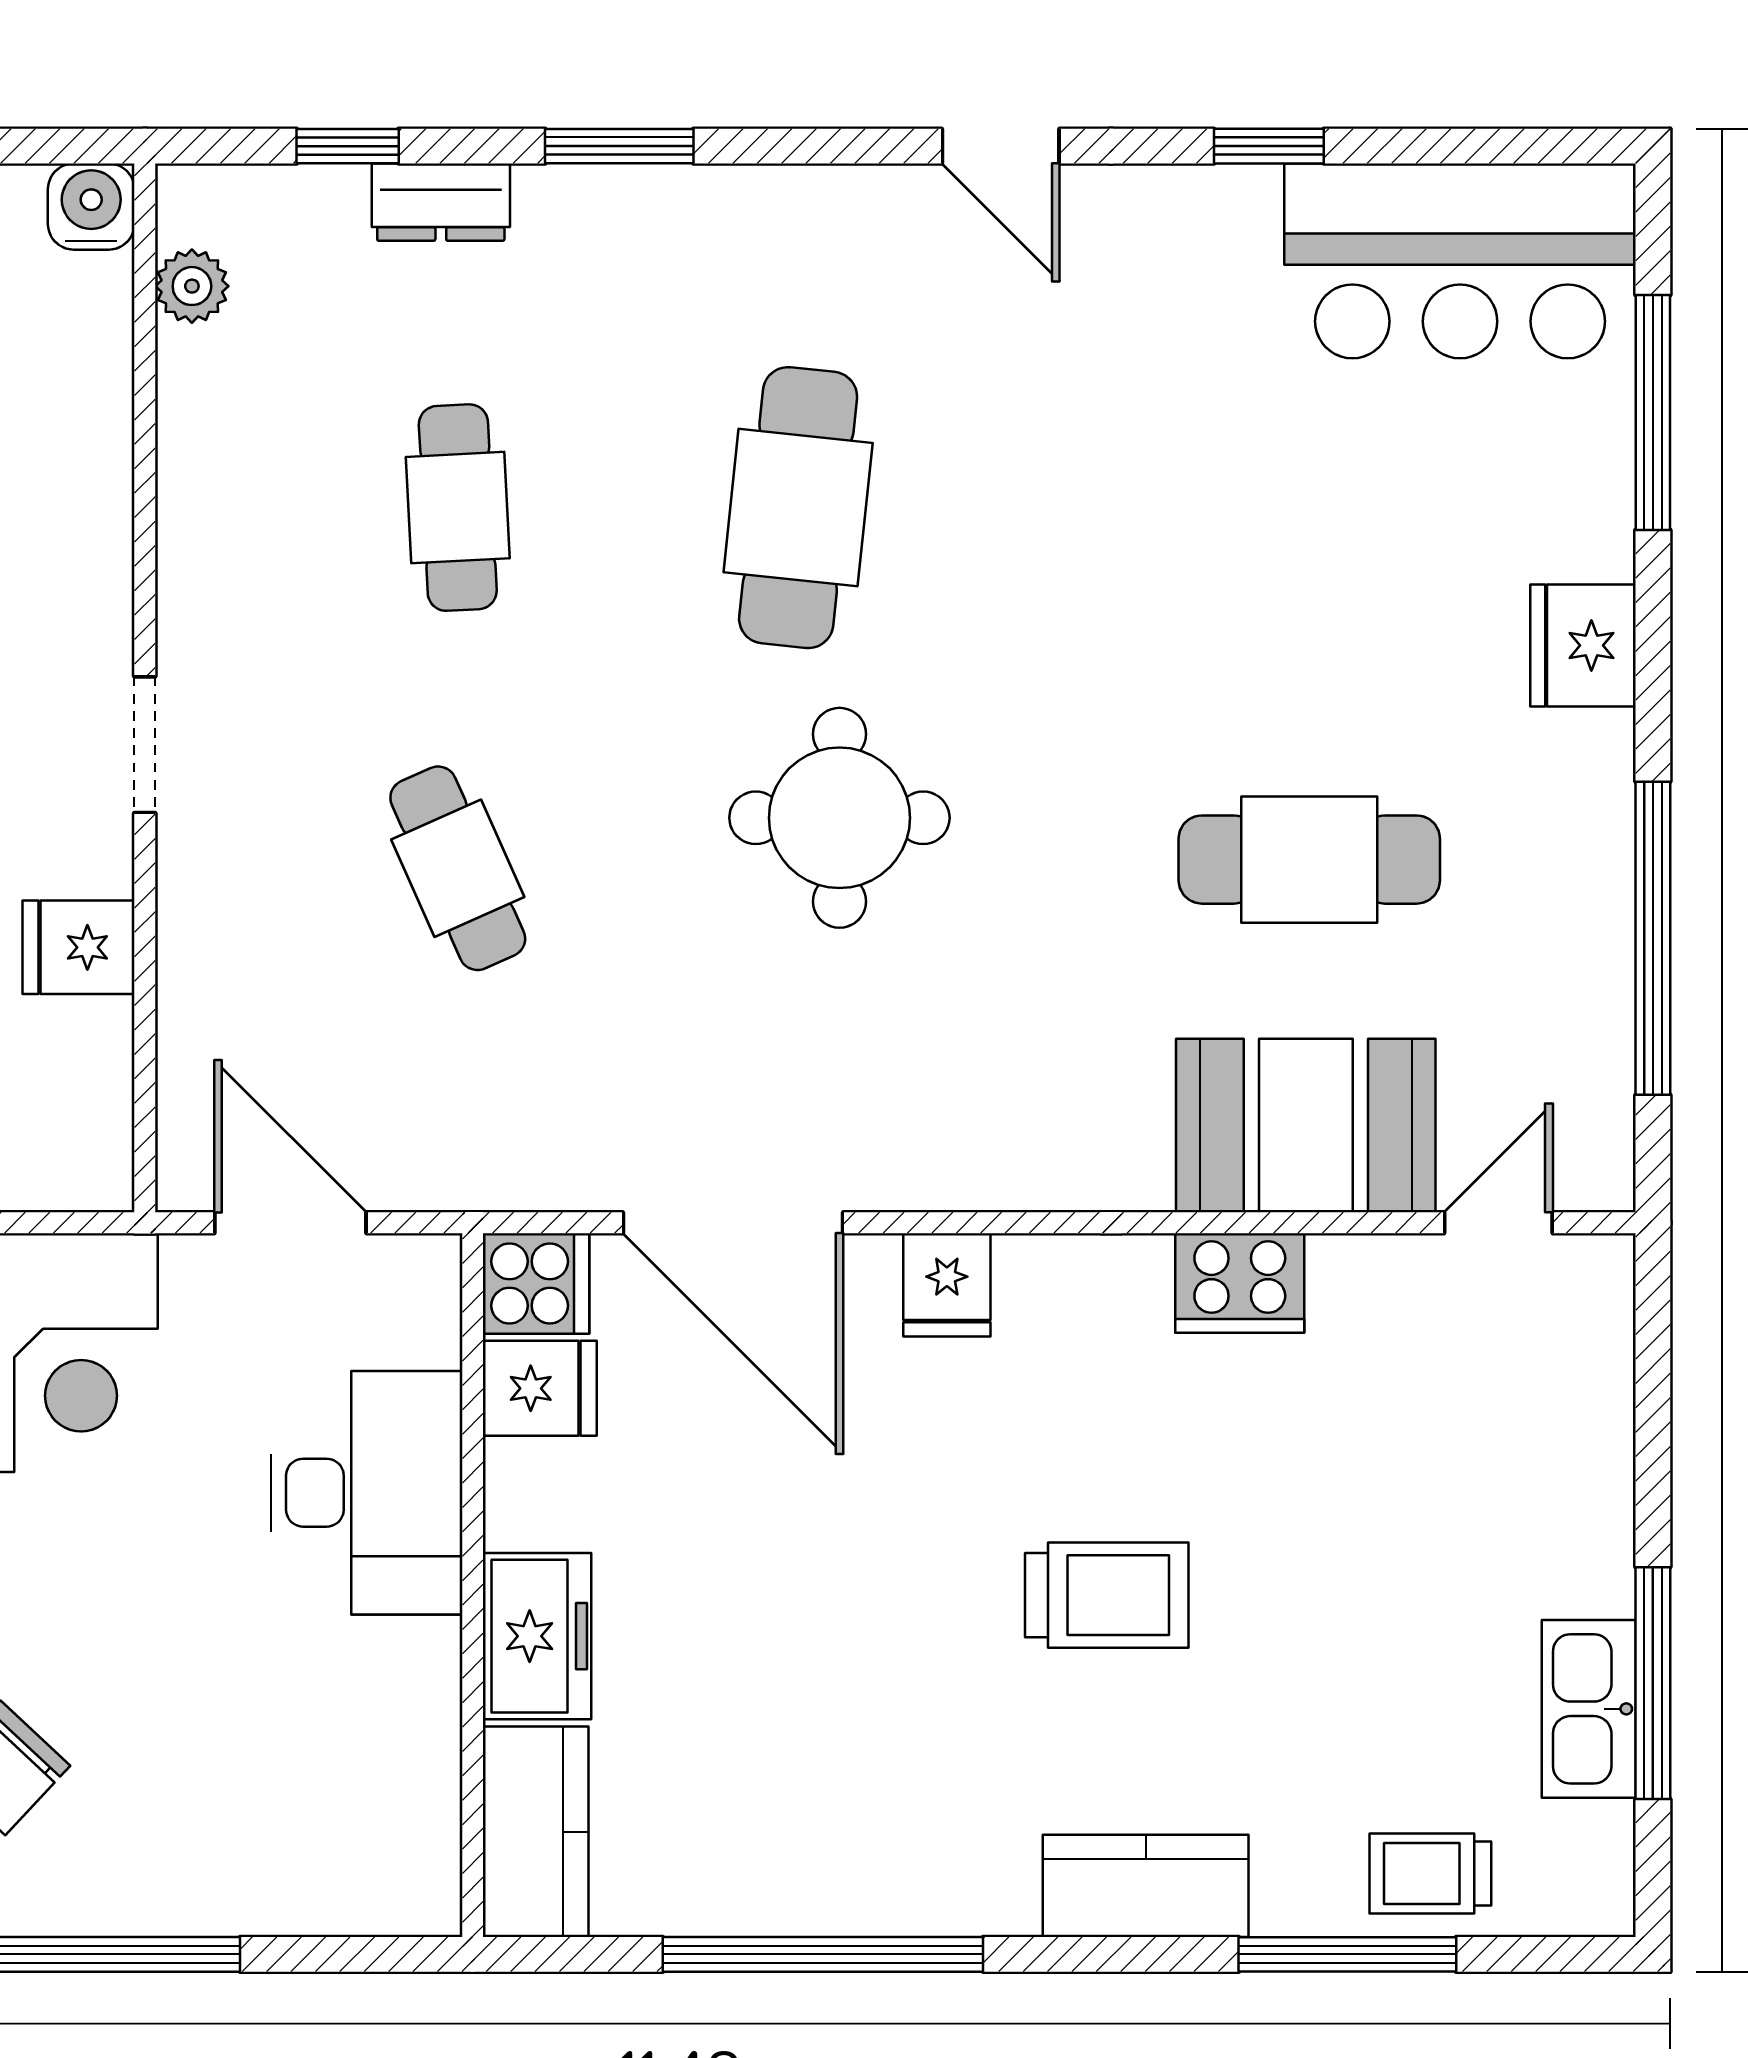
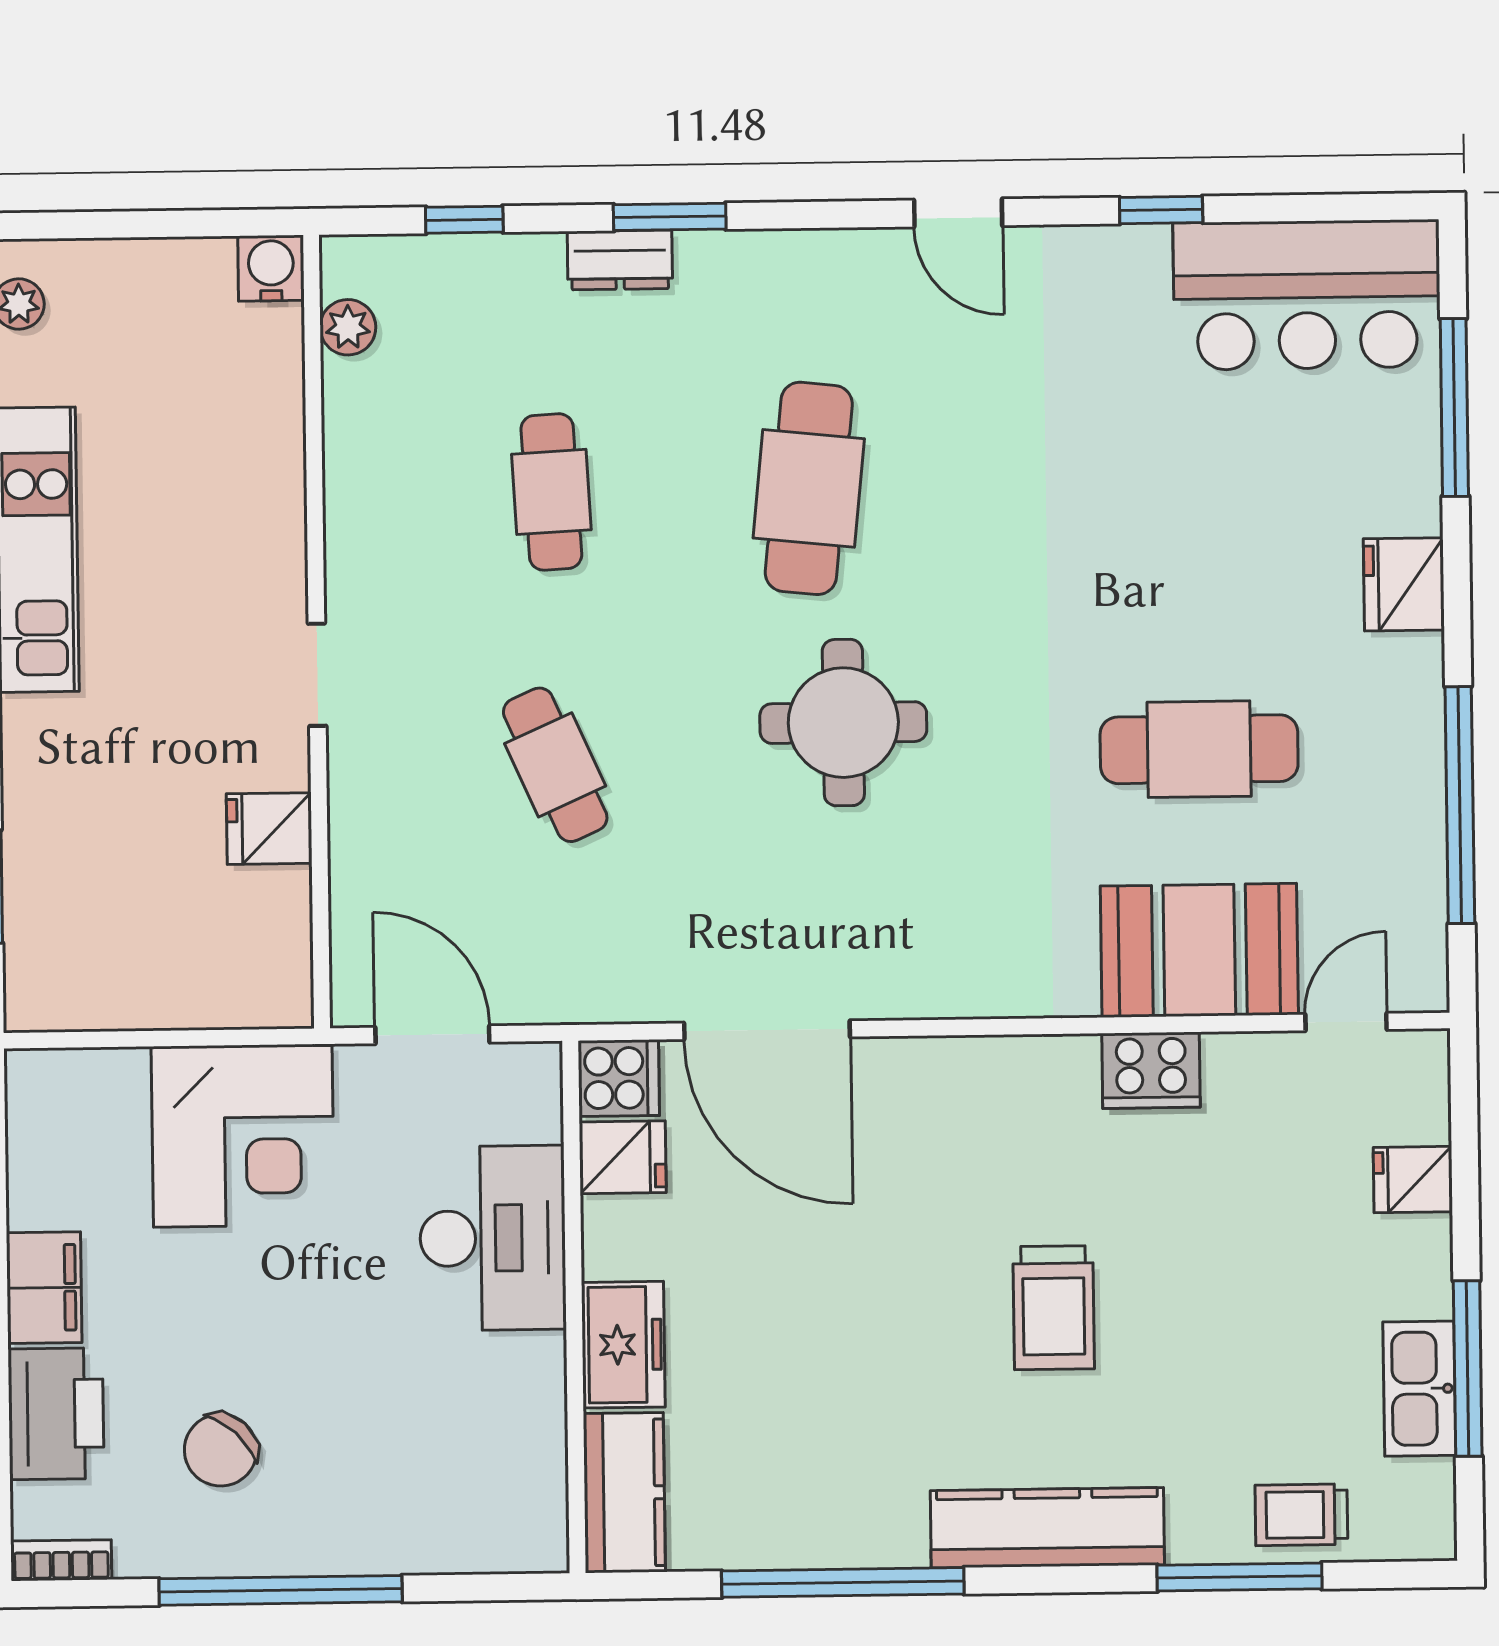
dresser: (441, 202) -> (620, 260), moved
fridge: (947, 1285) -> (1413, 1180), moved, turned 90
trolley: (1107, 1595) -> (1054, 1308), turned 90
kitchen counter: (1146, 1886) -> (1047, 1528), width x1.50

